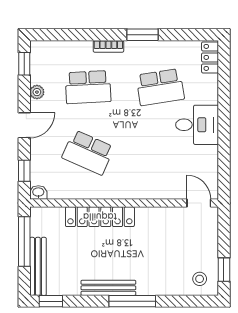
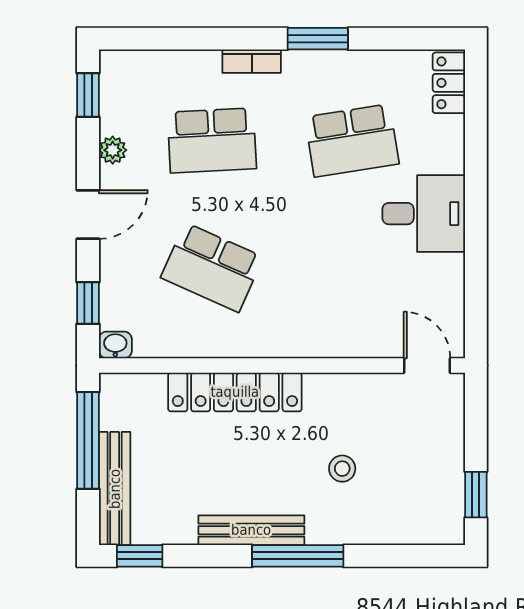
stool: (200, 279) -> (342, 469), moved

